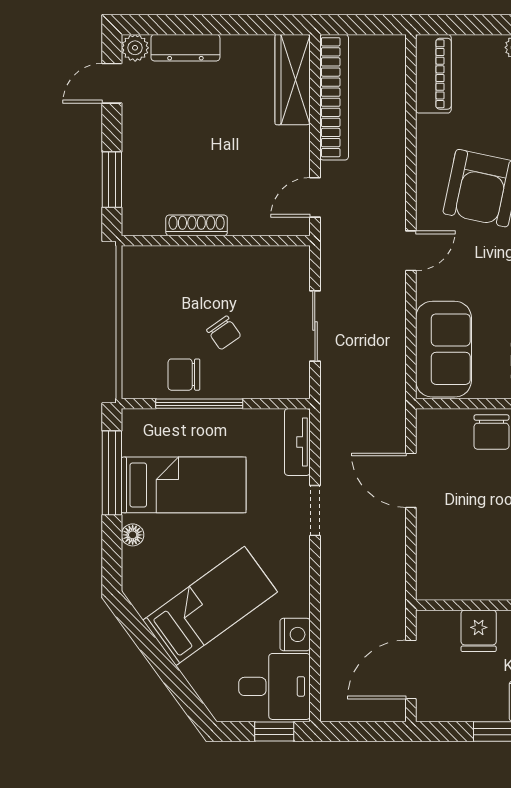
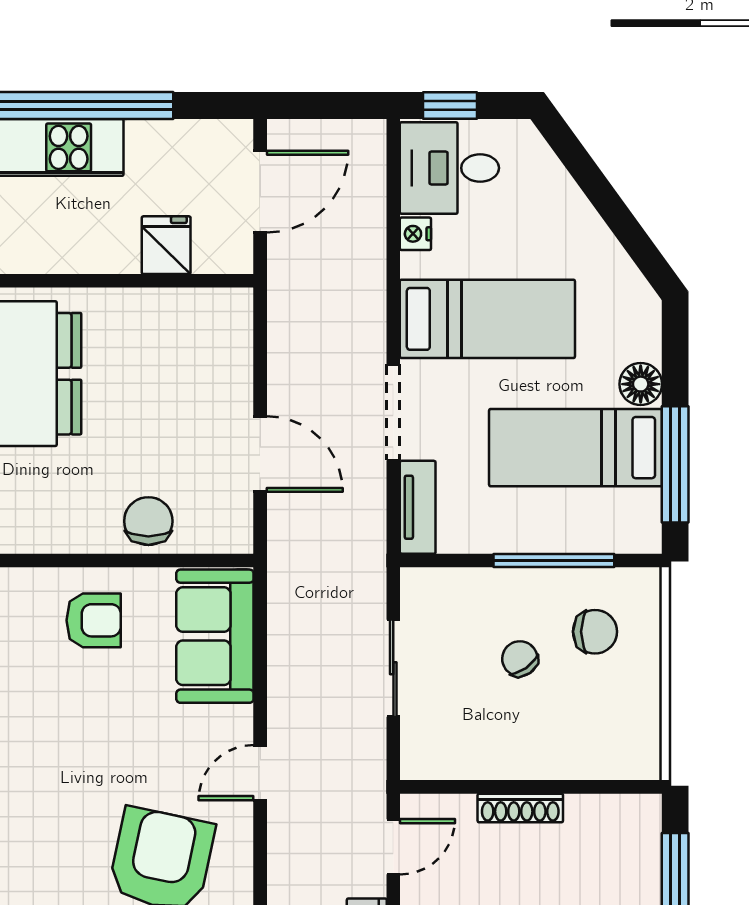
shoe rack: (197, 225) -> (520, 808), moved
chair: (184, 375) -> (595, 632), moved
doorway: (315, 510) -> (393, 412), width x1.38
floor lamp: (133, 535) -> (641, 384), width x1.37, depth x1.37
bed: (210, 606) -> (487, 319), moved, turned -144
nightstand: (295, 634) -> (415, 234), width x0.72, depth x0.74

